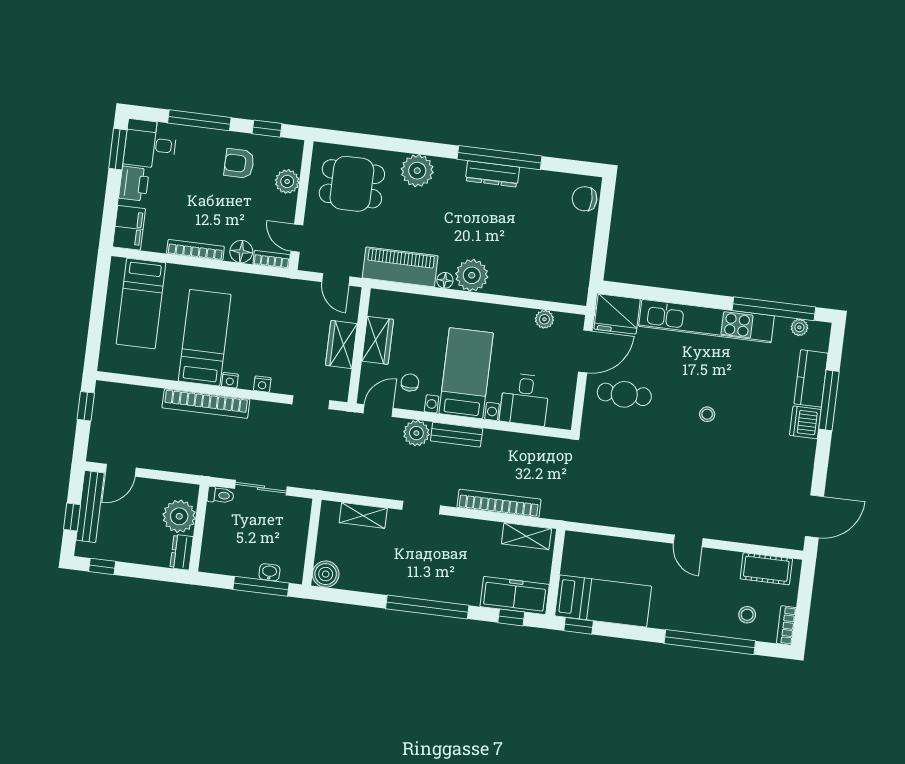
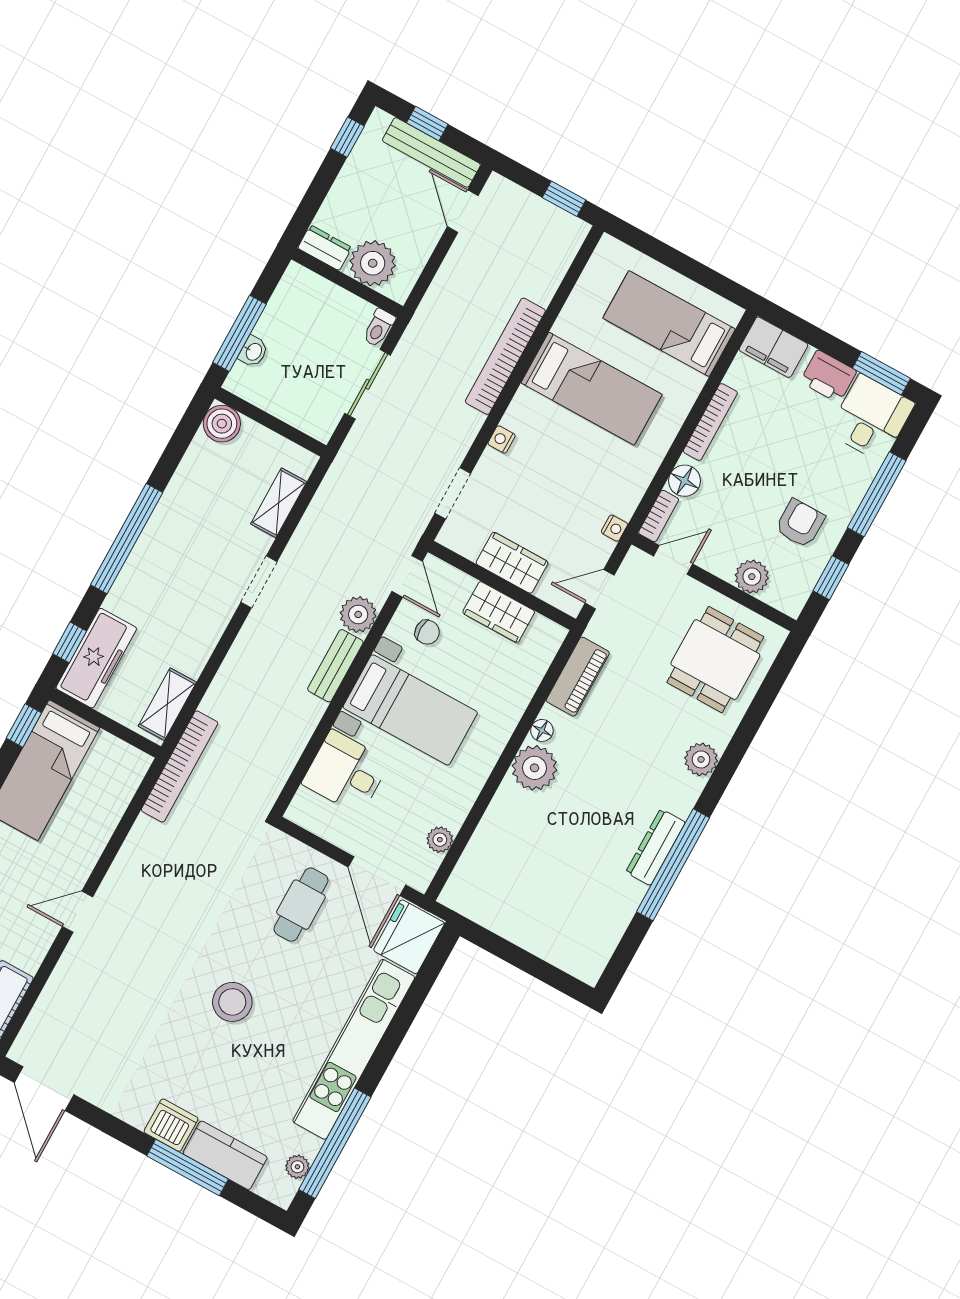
plant: (417, 171) -> (701, 759), width x0.73, depth x0.73
chair: (584, 199) -> (576, 954), removed
piano: (400, 267) -> (578, 677), width x0.73, depth x0.75
nightstand: (230, 380) -> (614, 528), moved, turned 180
stool: (707, 414) -> (232, 1002), width x1.89, depth x1.89
bookcase: (499, 503) -> (180, 766), moved

